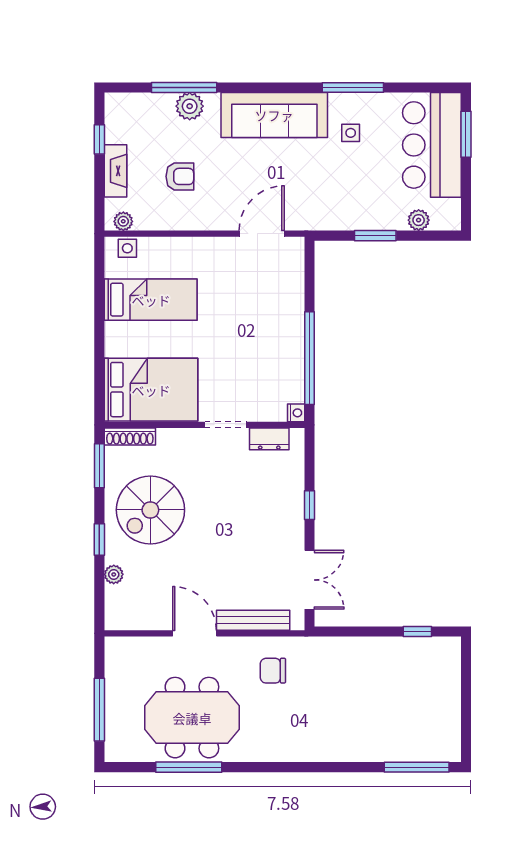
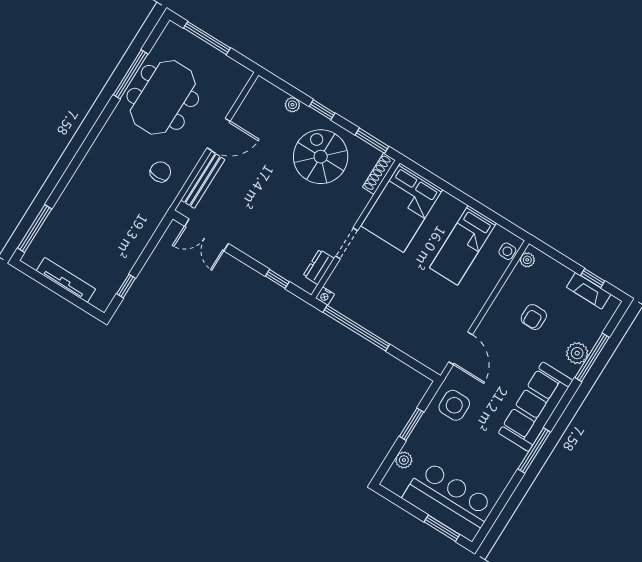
window: (353, 87) -> (534, 450), moved
side table: (351, 133) -> (454, 405), moved, width x1.87, depth x1.87
fireplace: (116, 171) -> (589, 291), moved
window: (310, 505) -> (277, 279), moved
tv unit: (451, 700) -> (66, 280), added

